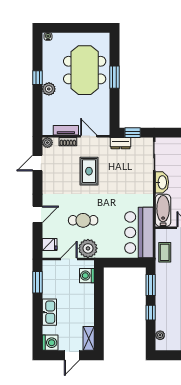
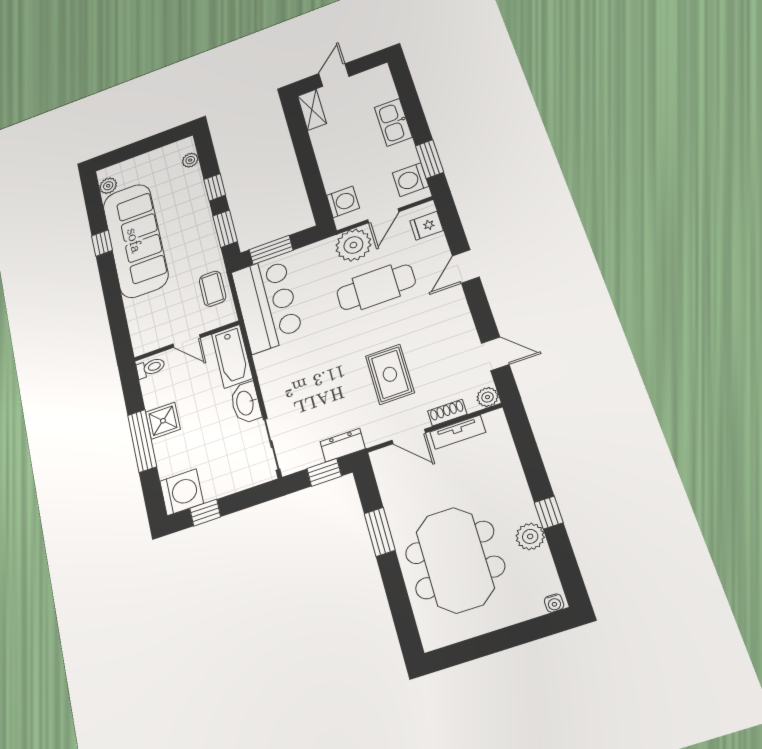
window: (114, 77) -> (380, 532), moved
plant: (49, 89) -> (530, 536), moved
door: (37, 163) -> (495, 354), hinge flipped
cafe table: (83, 220) -> (376, 287), width x1.37, depth x1.35
window: (130, 263) -> (271, 250), added
washing machine: (50, 343) -> (410, 180), moved

